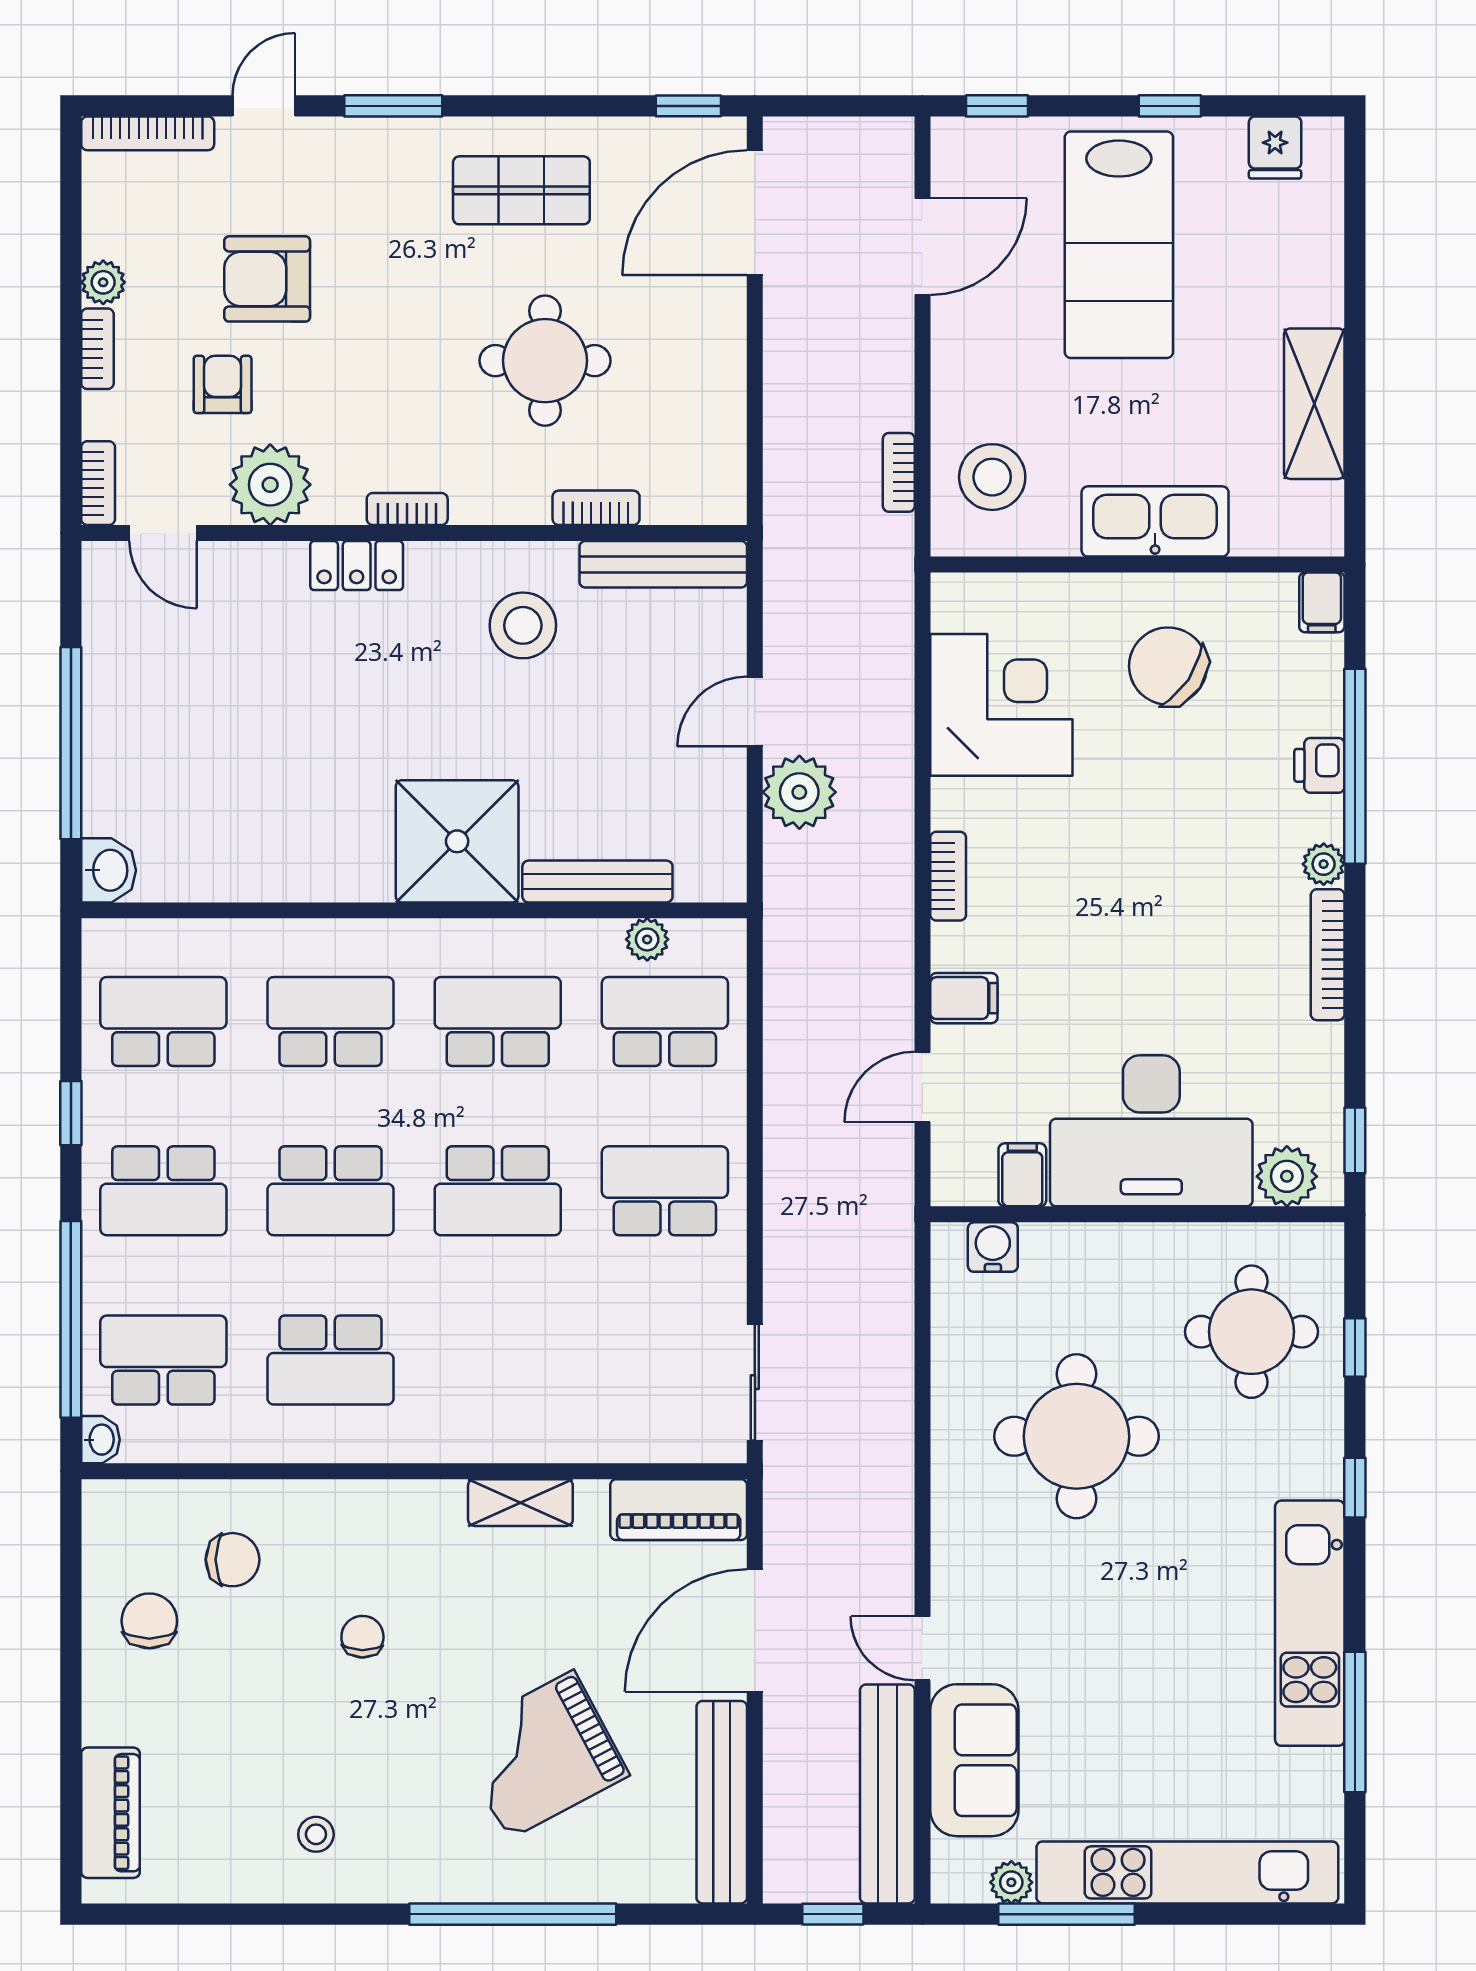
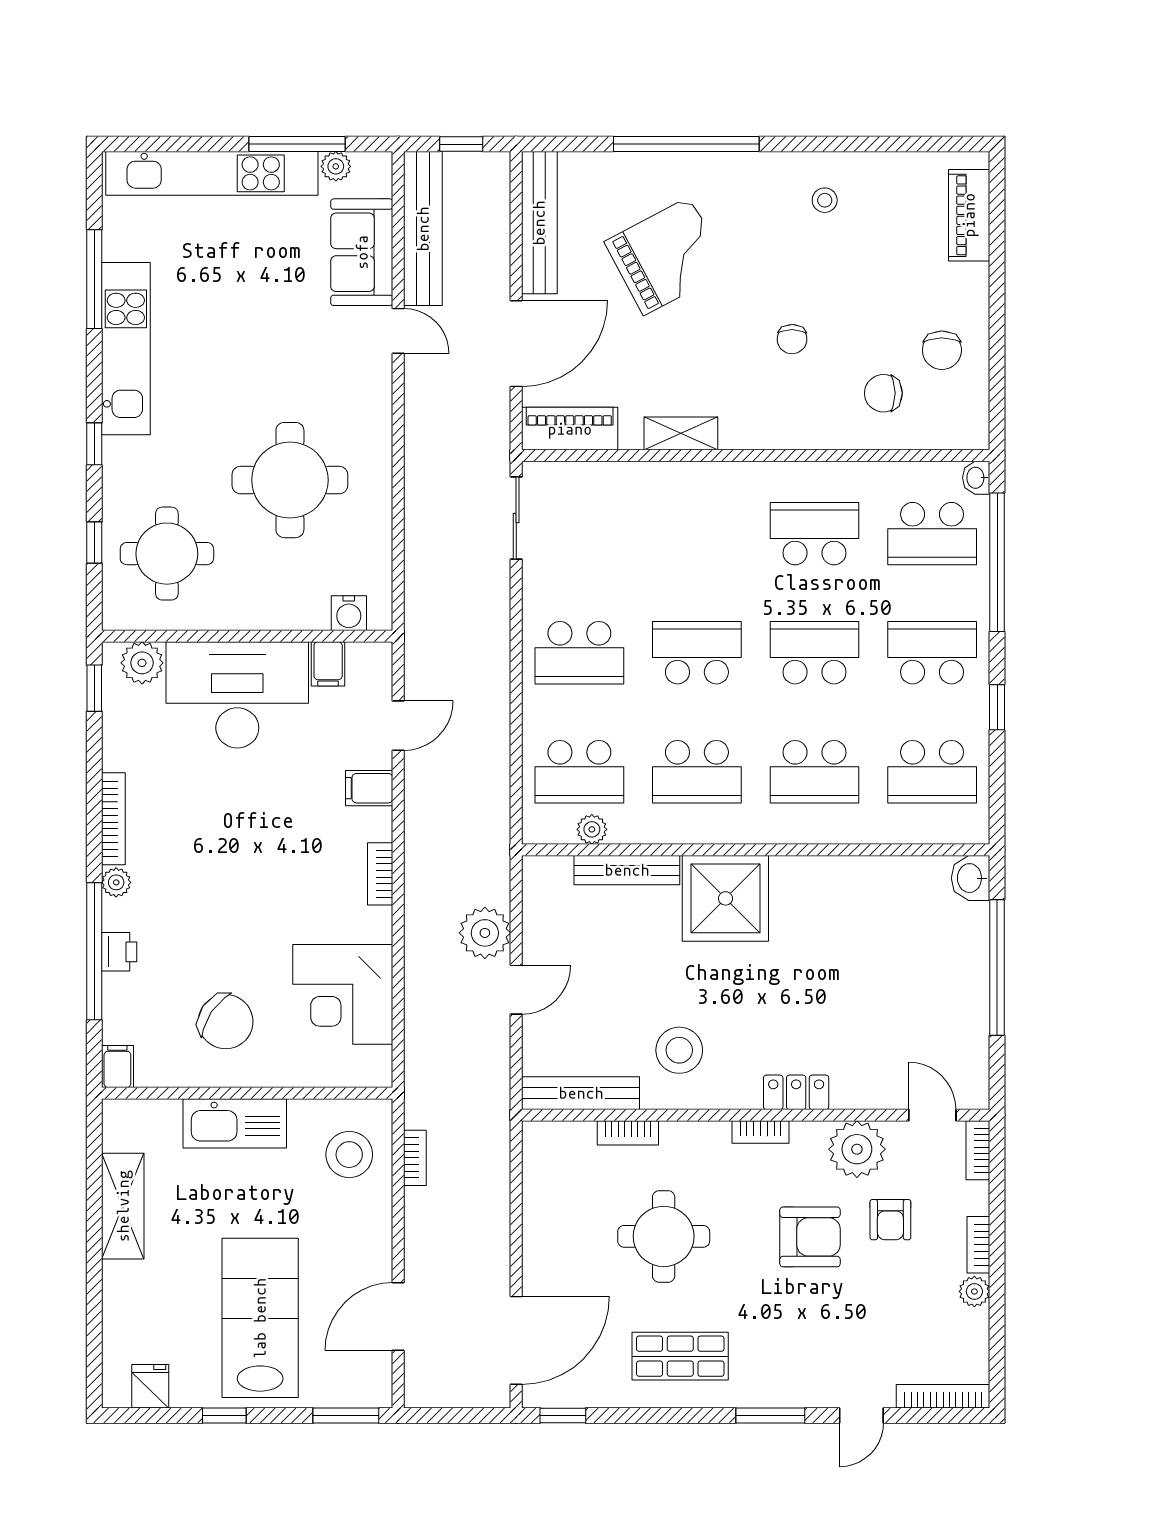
window: (997, 106) -> (346, 1416), width x1.50
armchair: (267, 279) -> (810, 1237), moved

